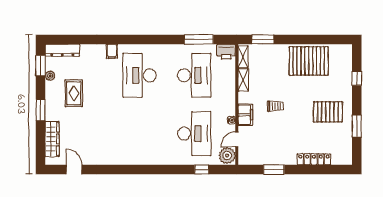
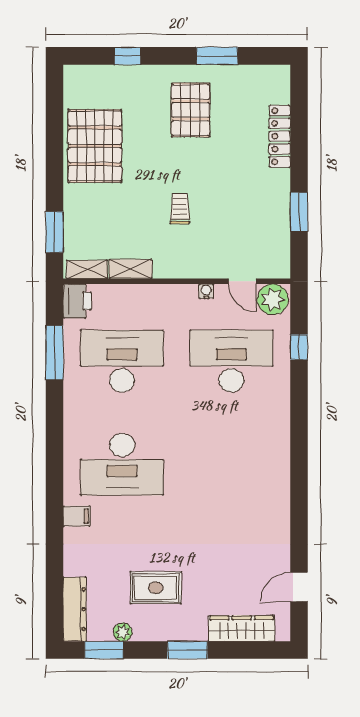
filing cabinet: (245, 115) -> (196, 265), removed

